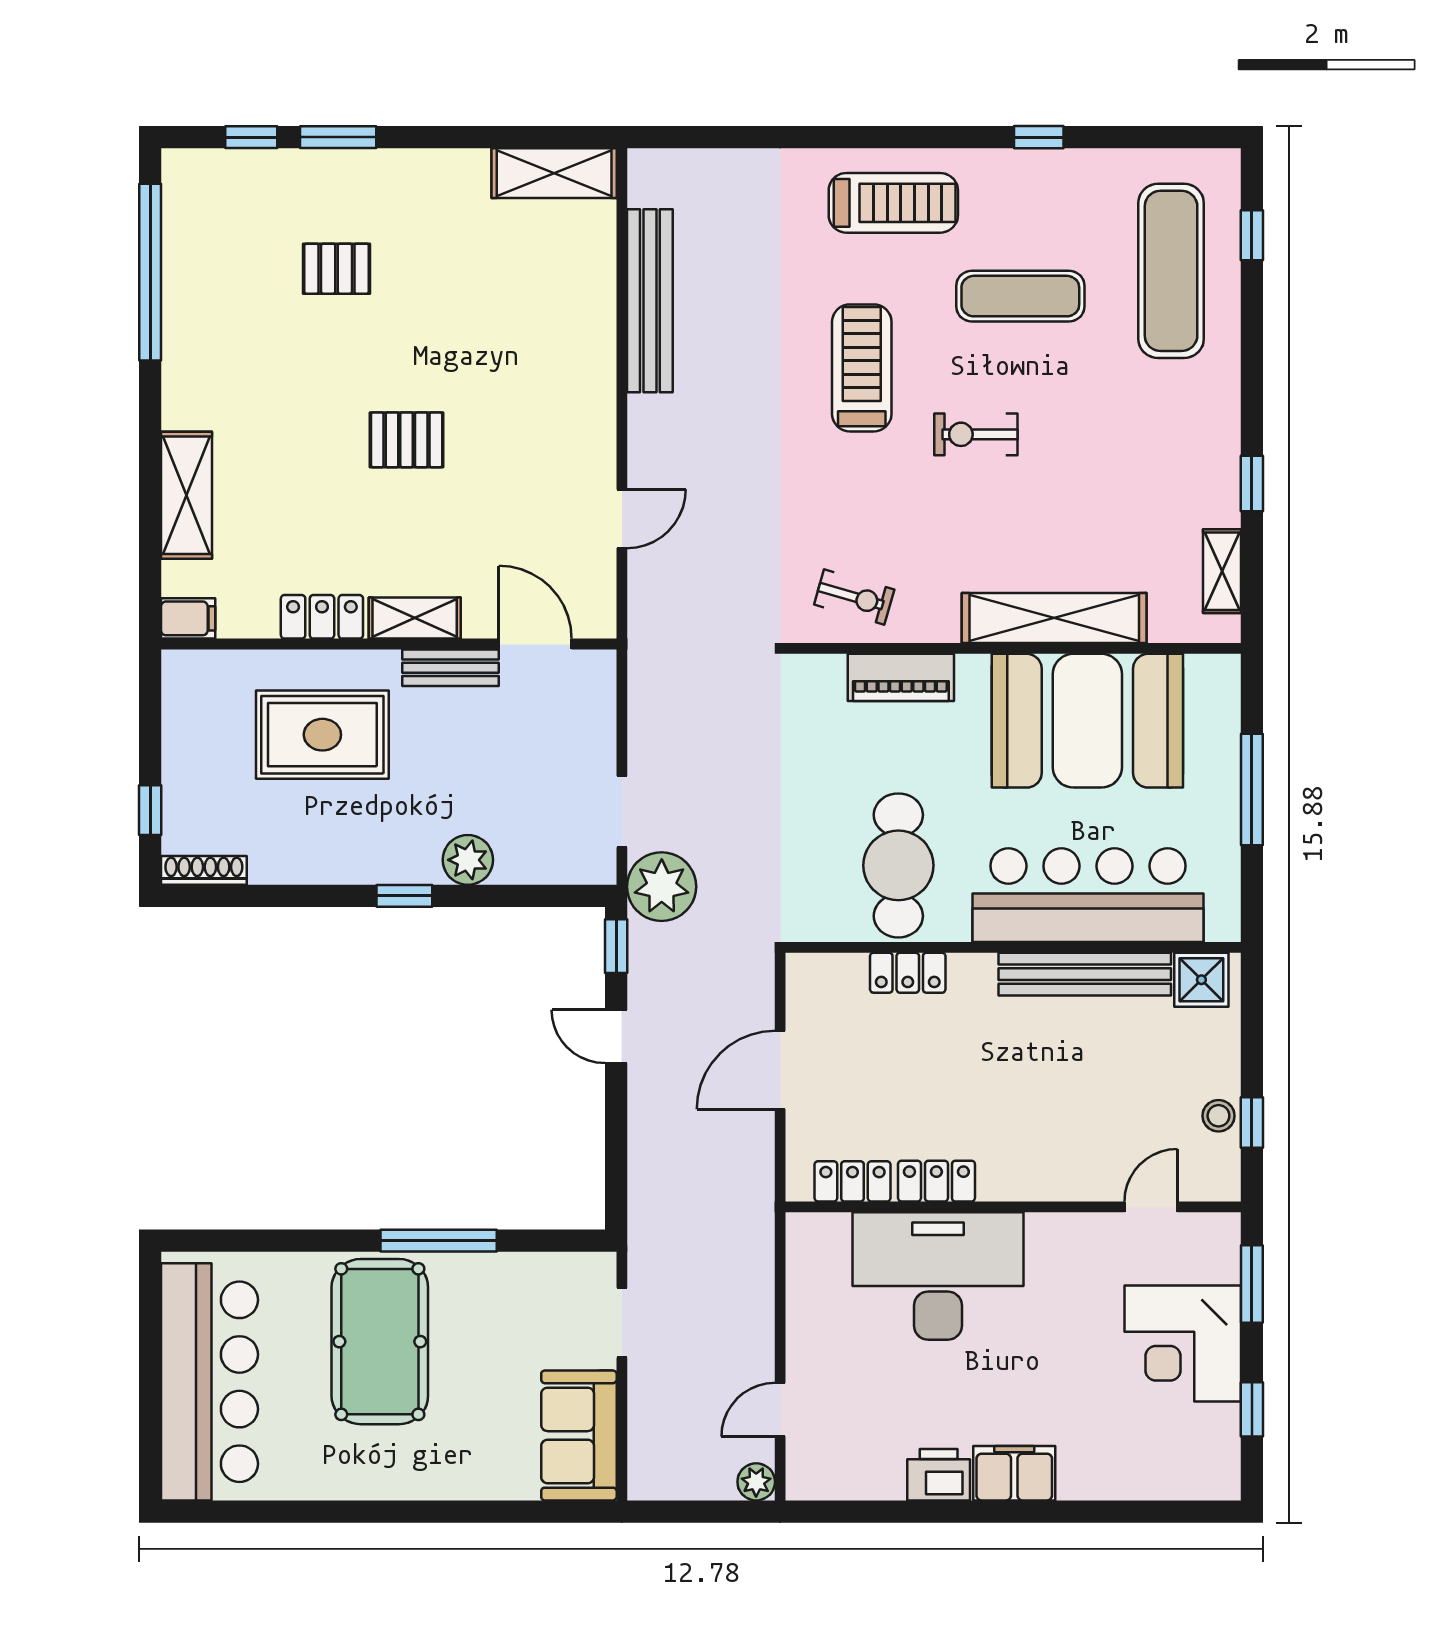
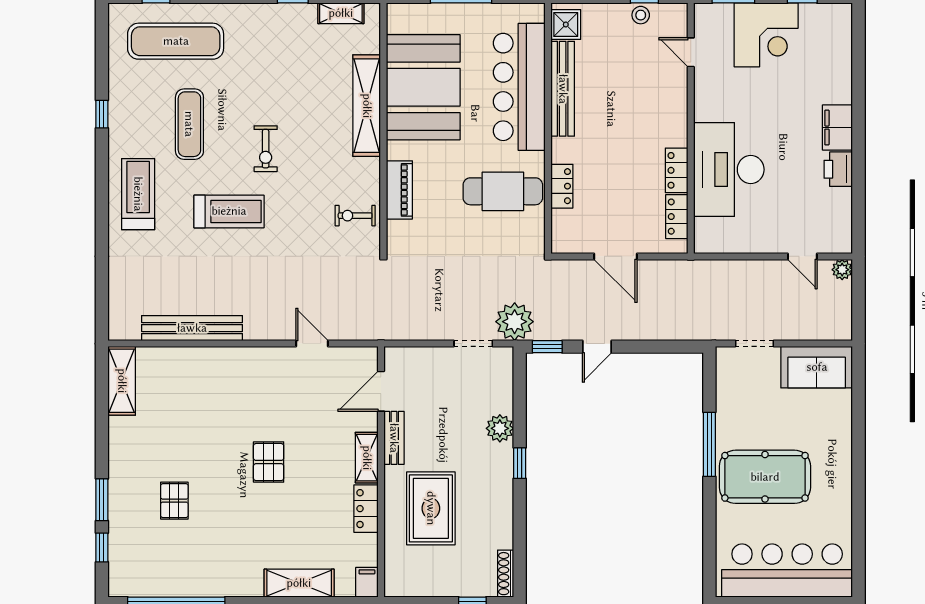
treadmill: (862, 368) -> (229, 211), turned 180
exercise bike: (854, 597) -> (355, 216), turned -106

